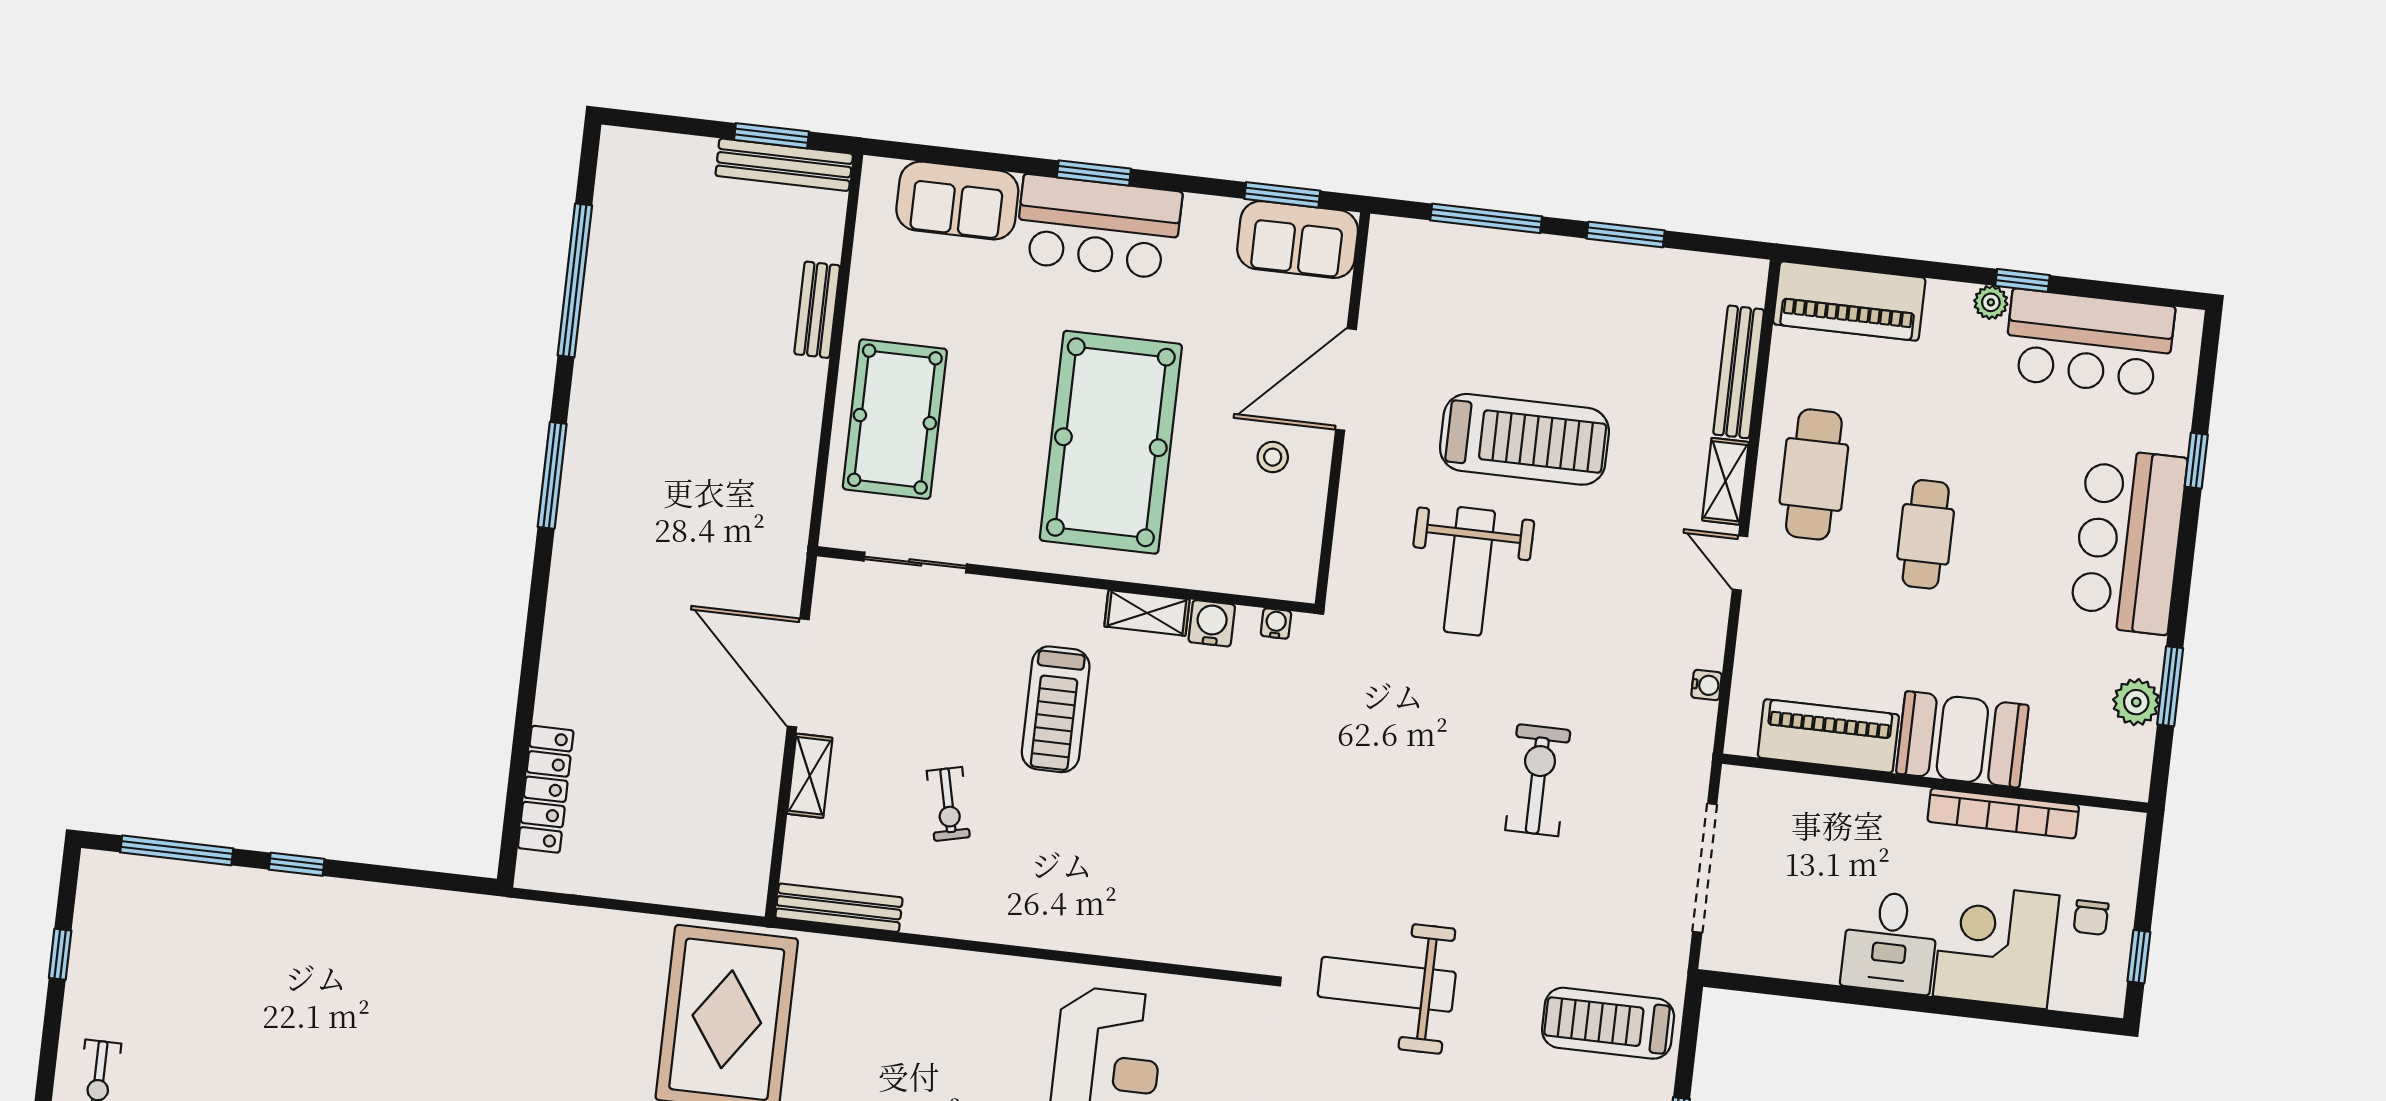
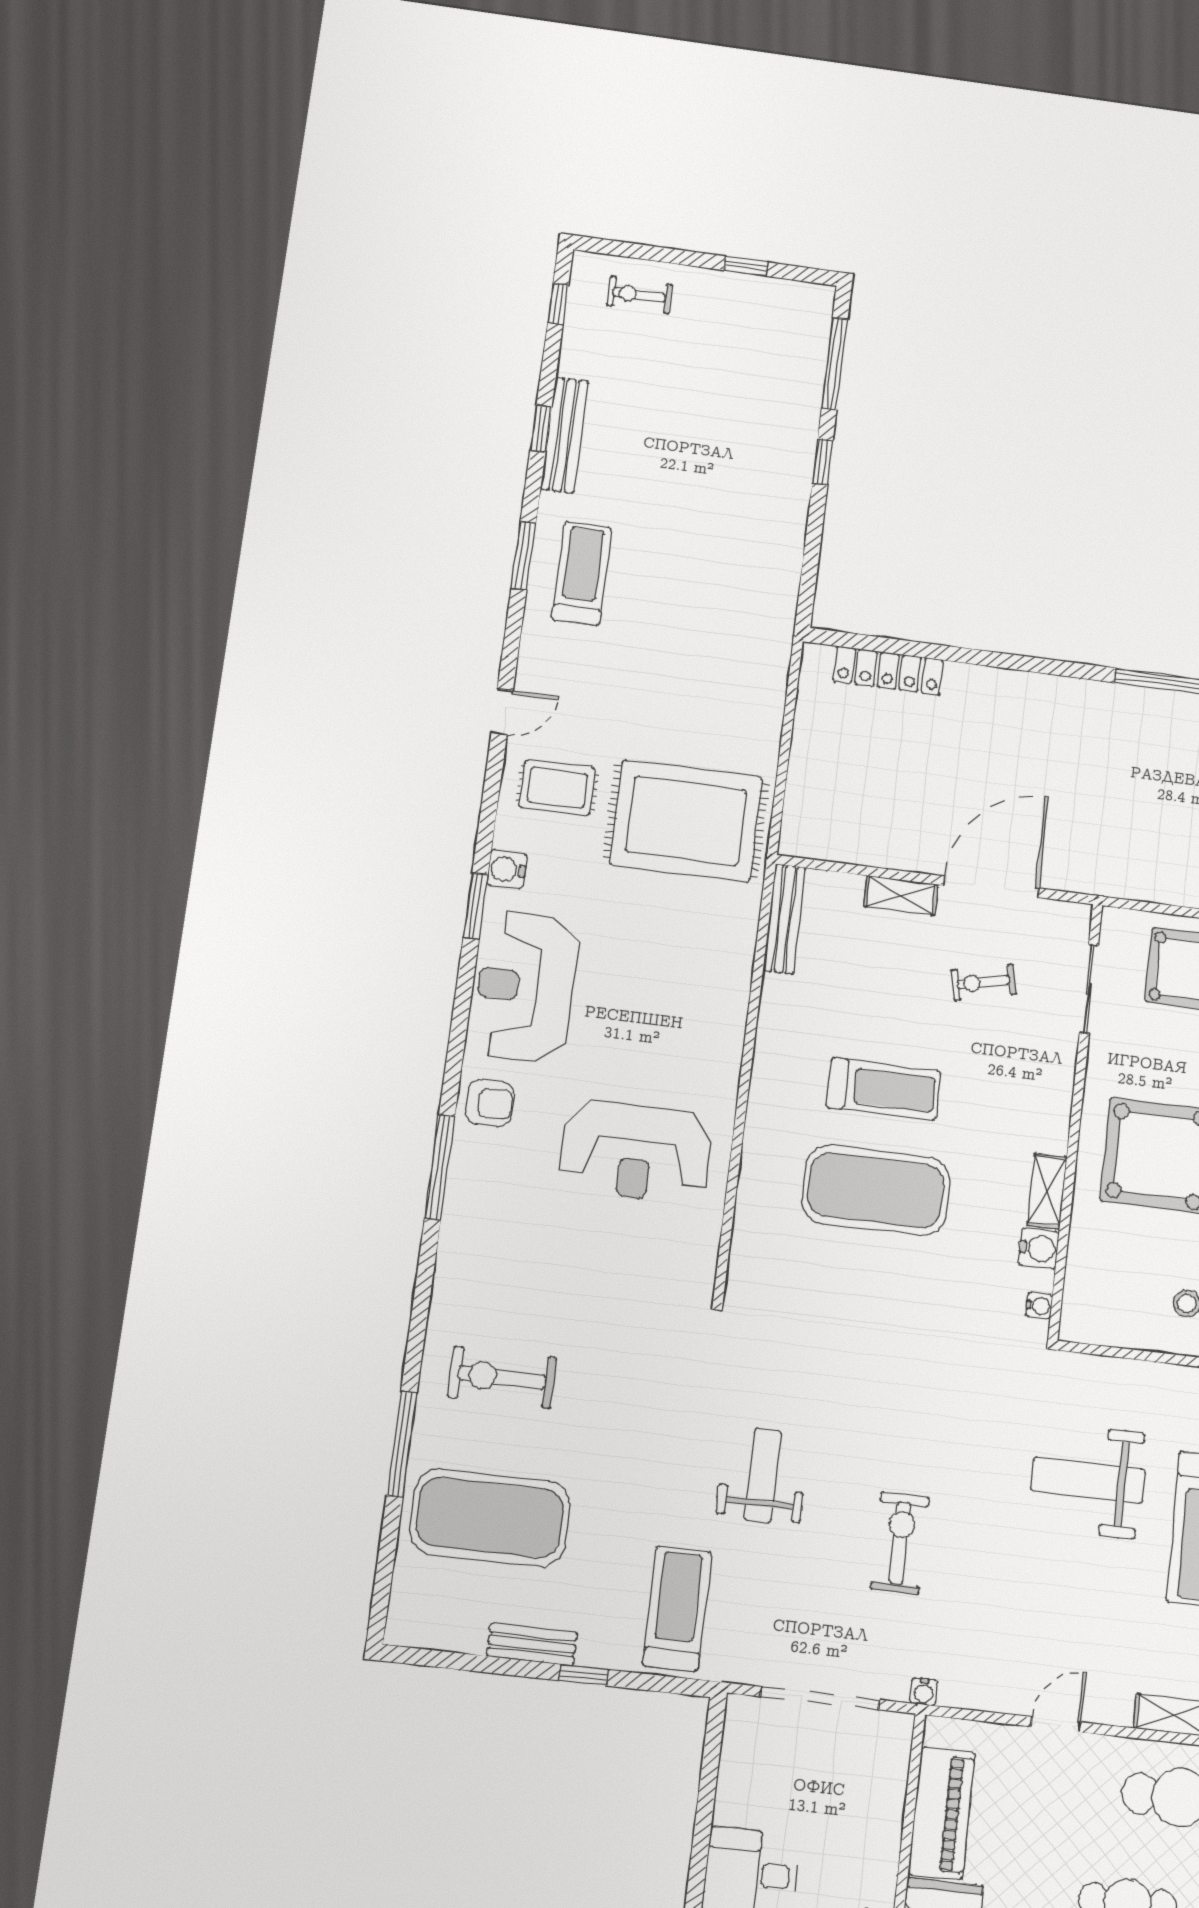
door: (1740, 563) -> (1056, 1724), moved
water cooler: (1707, 685) -> (924, 1692), moved
treadmill: (1056, 709) -> (884, 1089), moved, turned 180
exercise bike: (1538, 780) -> (900, 1543), turned -90
exercise bike: (948, 804) -> (984, 982), moved
exercise mat: (1147, 805) -> (876, 1190), added
weight bench: (1387, 984) -> (763, 1475), moved, width x0.73, depth x0.75

